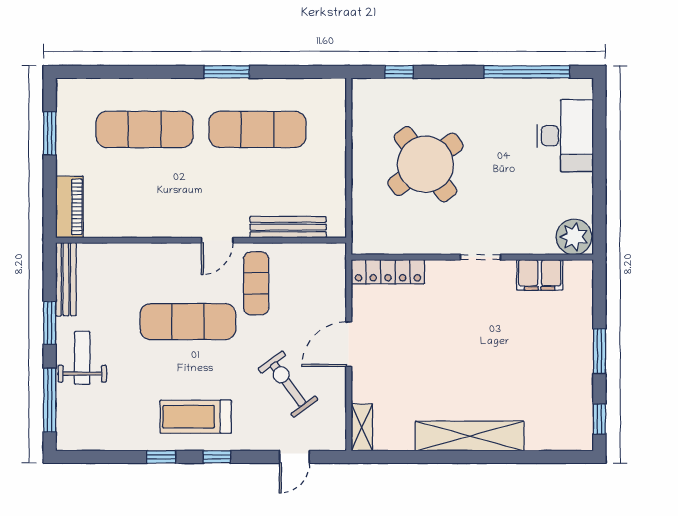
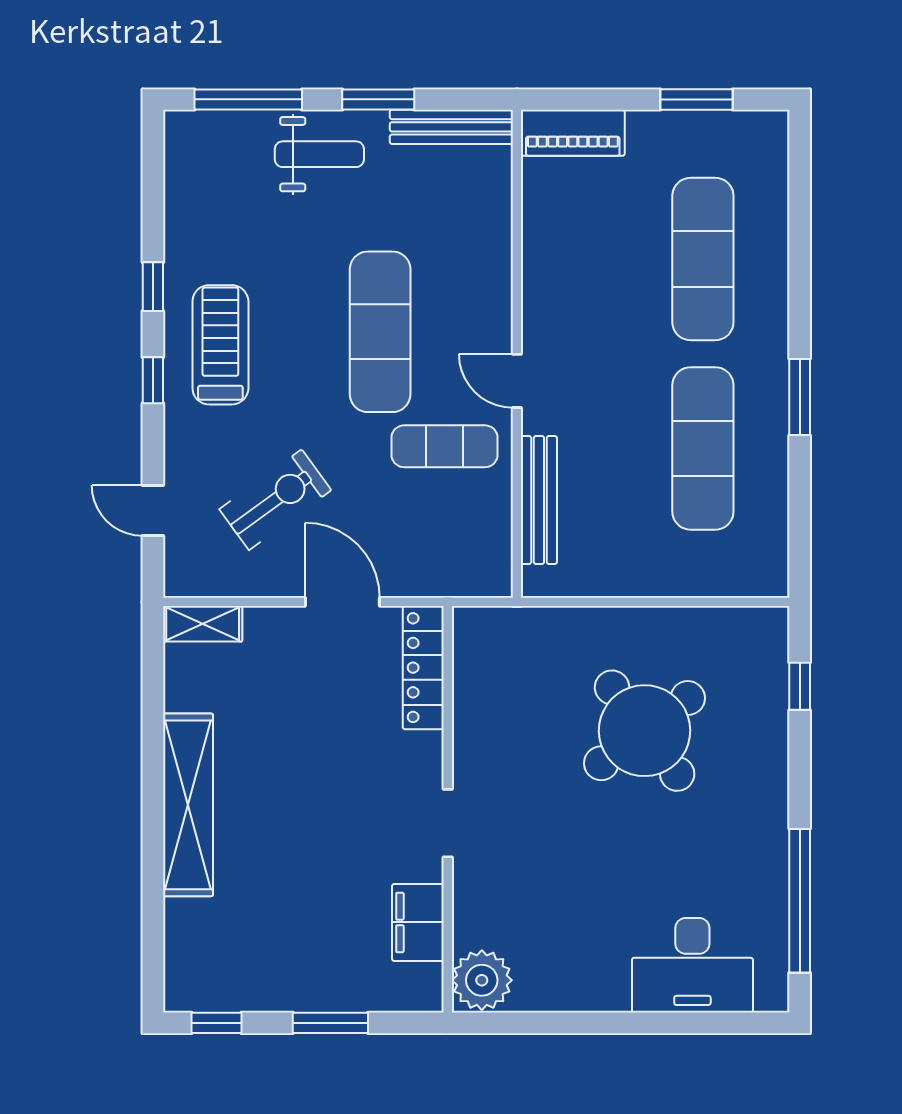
plant: (574, 237) -> (482, 980), moved
wall: (472, 257) -> (448, 809), moved
doorway: (480, 257) -> (448, 823), moved
locker: (388, 272) -> (423, 668), moved
filing cabinet: (540, 275) -> (418, 922), moved

